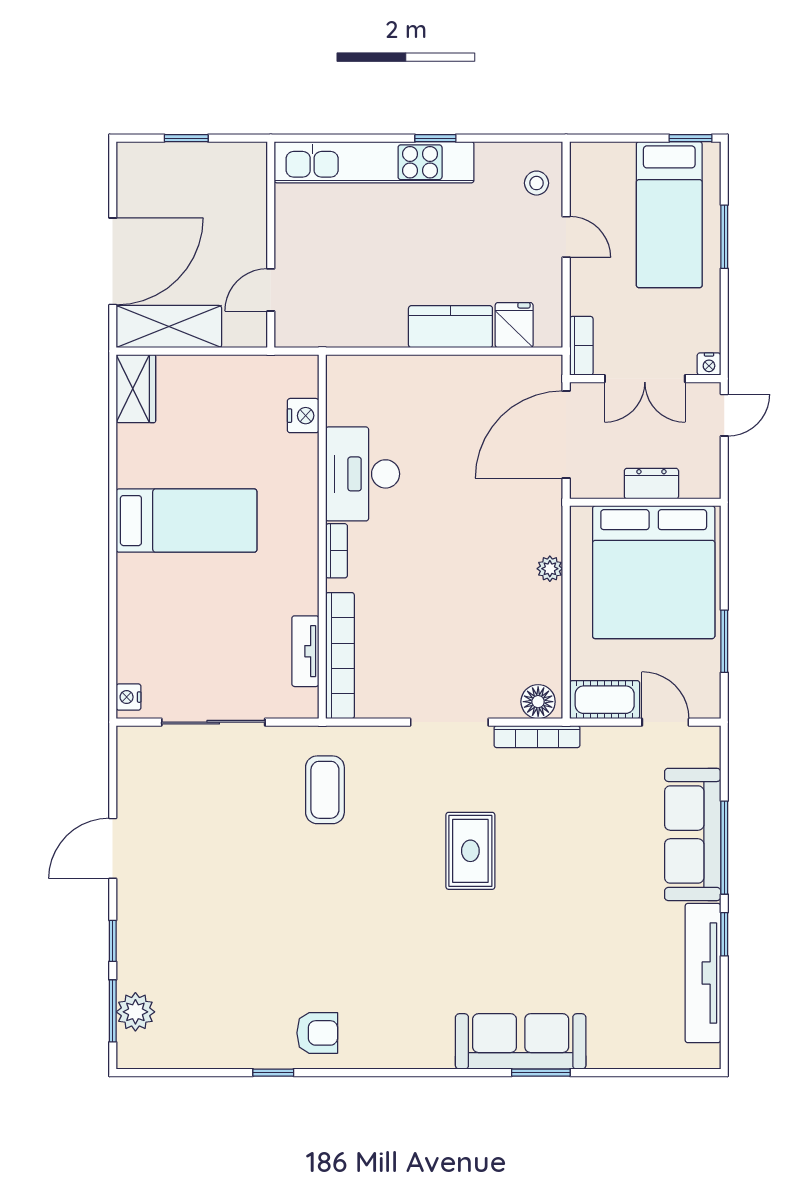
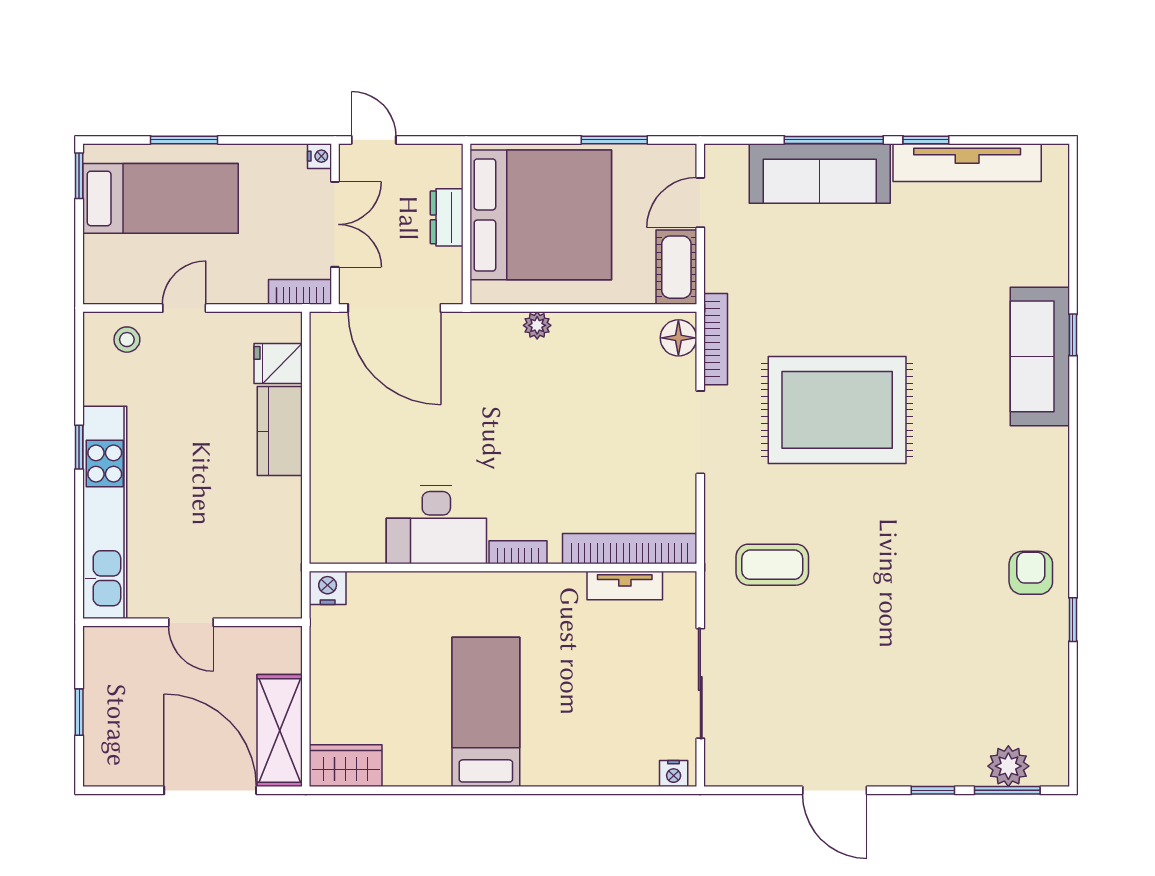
door: (271, 290) -> (191, 622), moved
nightstand: (303, 416) -> (328, 588), moved
rug: (470, 851) -> (837, 410), width x1.86, depth x2.06
window: (541, 1073) -> (1073, 335), width x0.67

